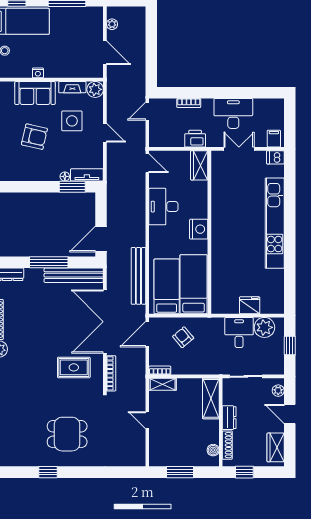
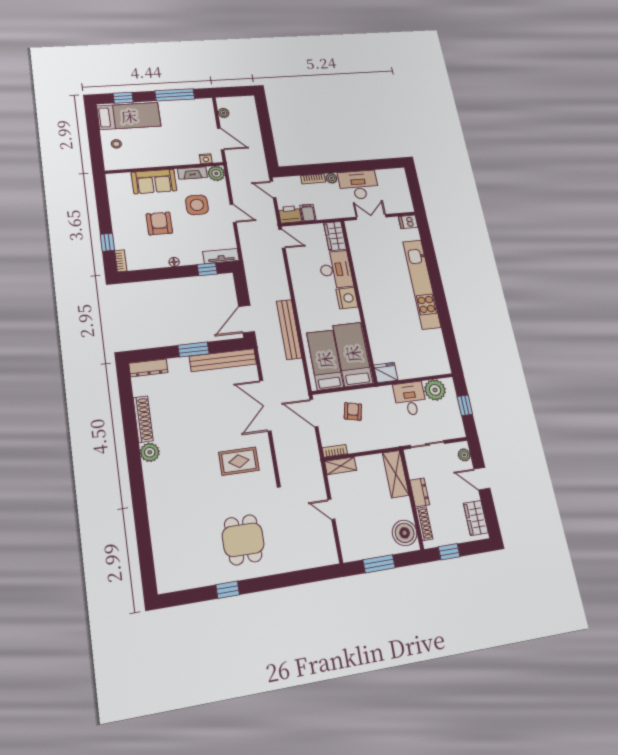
nightstand: (38, 73) -> (206, 159), moved
plant: (207, 104) -> (331, 178), added
door: (147, 111) -> (273, 189), hinge flipped
armchair: (34, 137) -> (159, 223), turned -103
printer: (195, 139) -> (290, 214), moved
filing cabinet: (274, 139) -> (308, 213), moved
floor lamp: (65, 176) -> (174, 262), moved
window: (72, 187) -> (207, 269), width x0.67
desk: (163, 207) -> (336, 270), moved, turned 180
window: (49, 262) -> (193, 350), width x0.69
bench: (138, 276) -> (289, 329), moved
fridge: (250, 305) -> (386, 373), moved
double door: (105, 322) -> (265, 406), width x0.73
door: (147, 334) -> (314, 413), hinge flipped
armchair: (183, 337) -> (353, 411), turned 53
bookcase: (111, 373) -> (282, 462), removed
dining table: (67, 434) -> (243, 540), turned 90
boiler: (213, 450) -> (405, 533), width x1.86, depth x1.86

